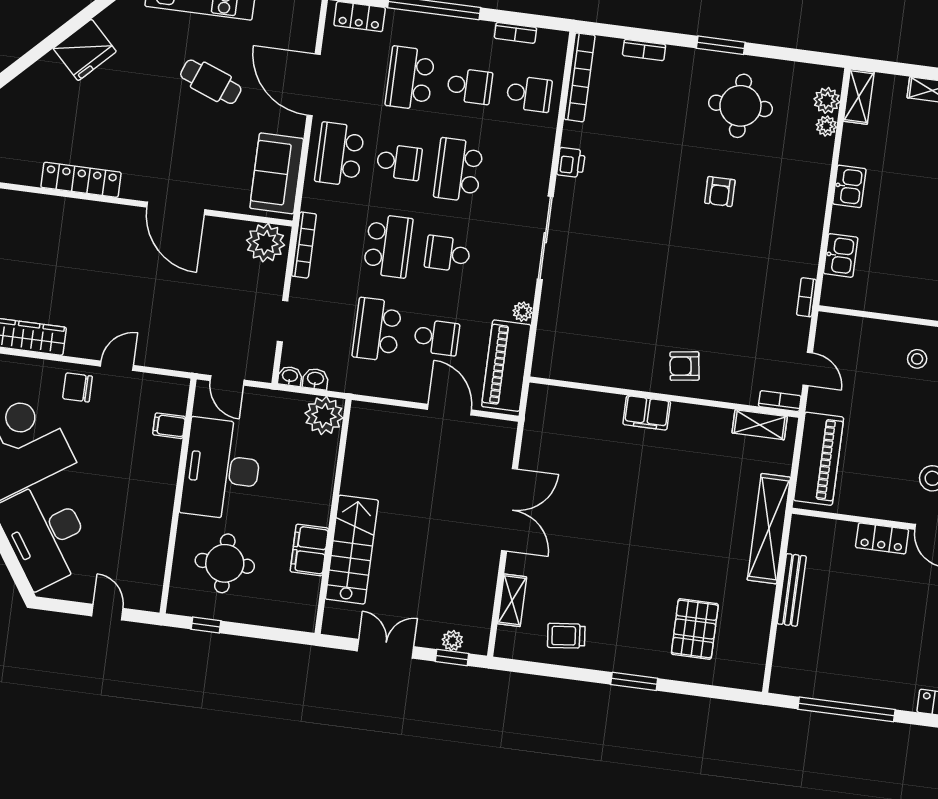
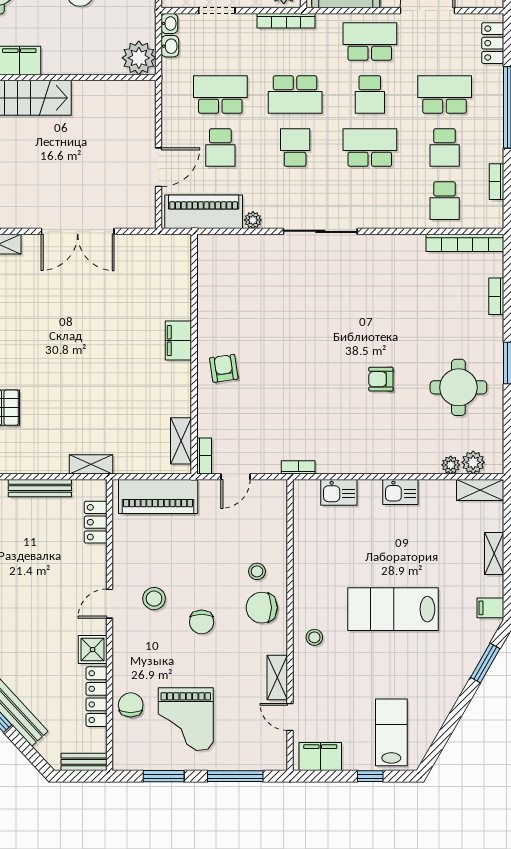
printer: (571, 163) -> (389, 245), removed
shelving: (769, 529) -> (91, 464), width x0.45, depth x0.75
locker: (882, 538) -> (96, 522), moved

